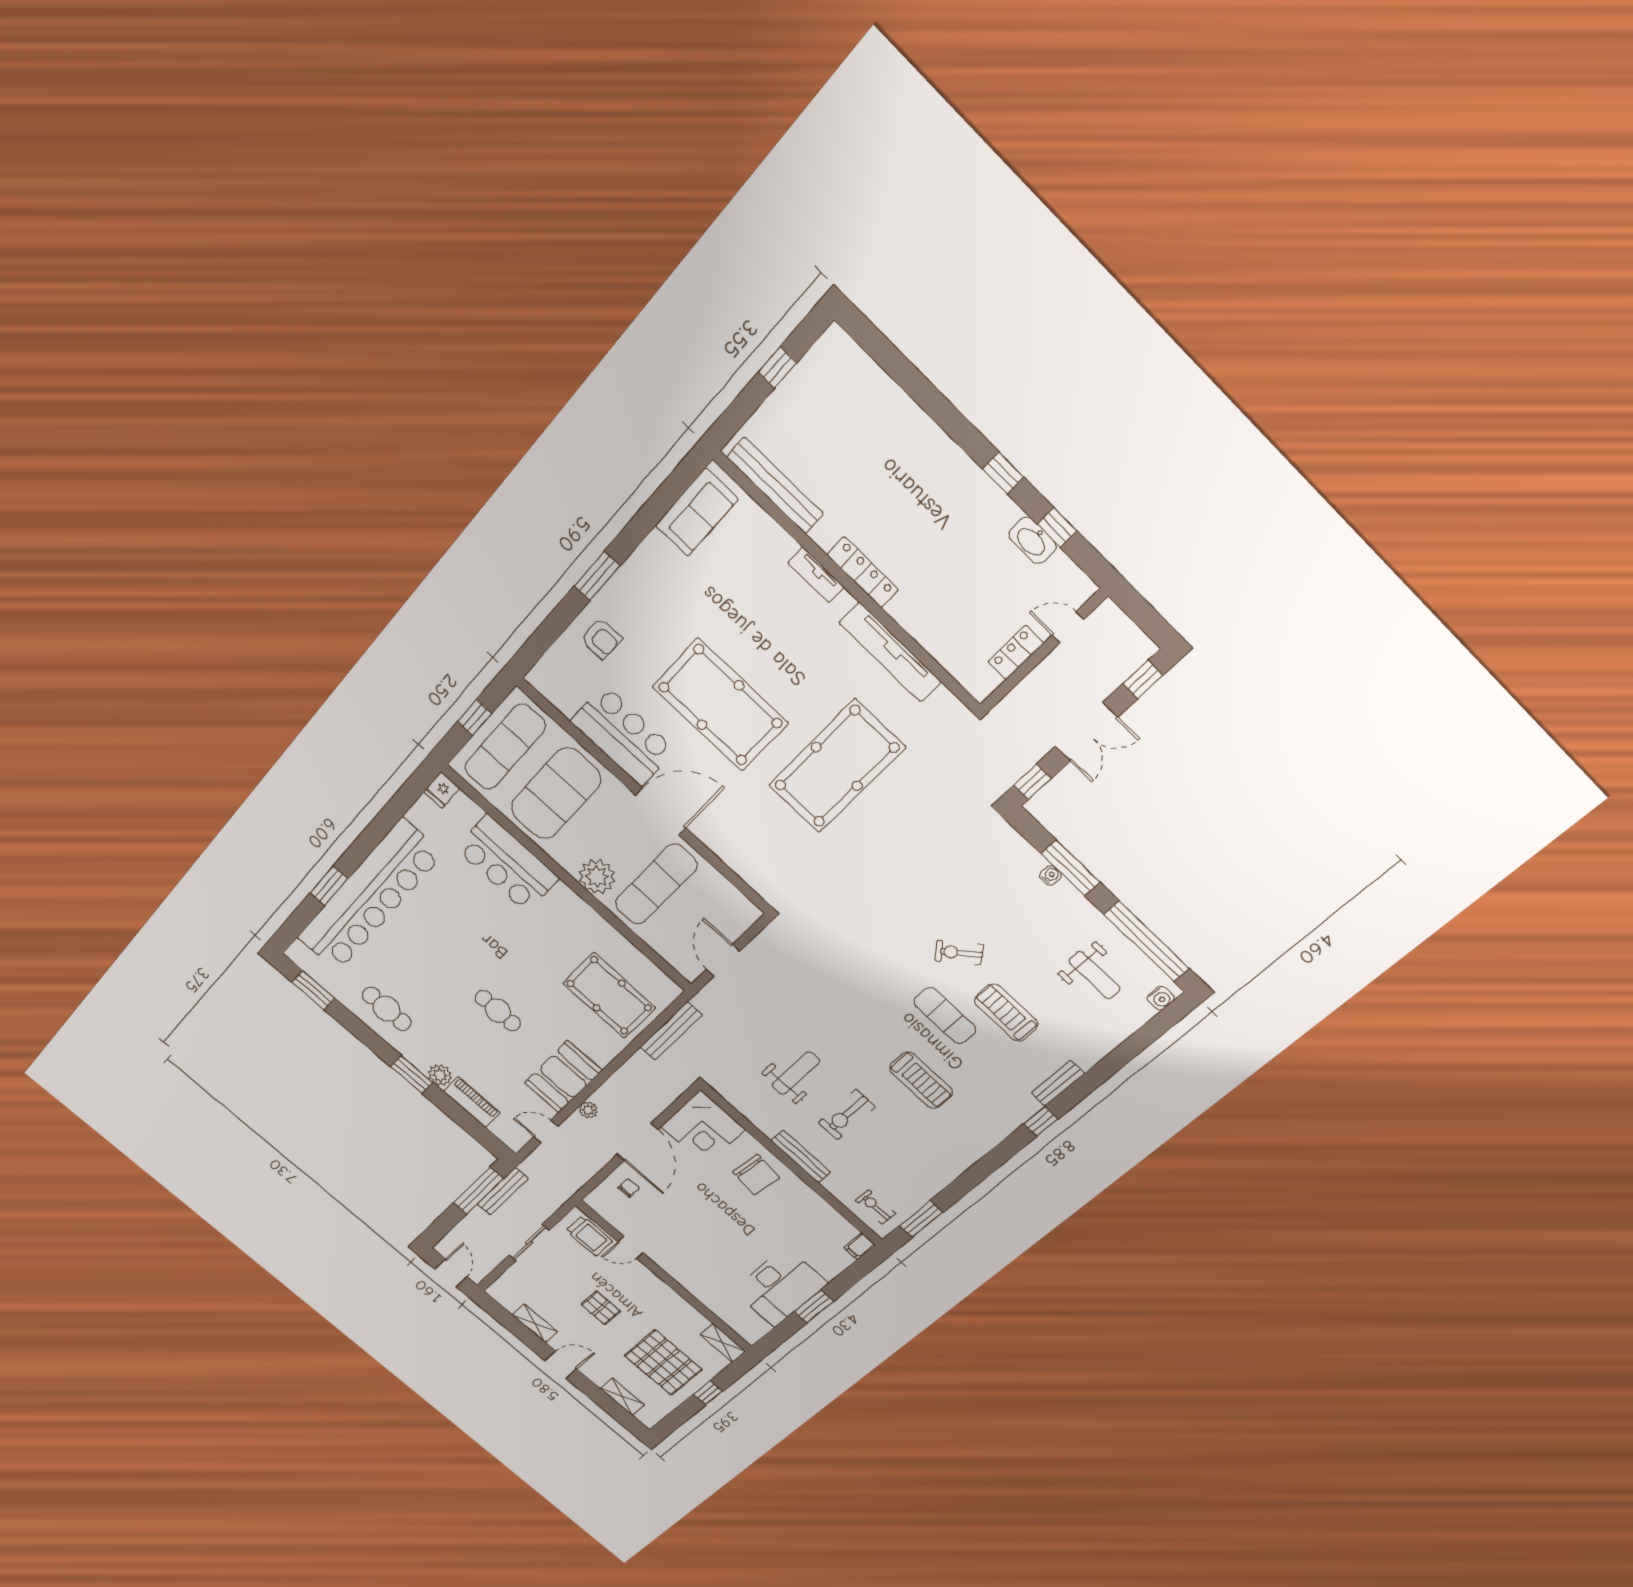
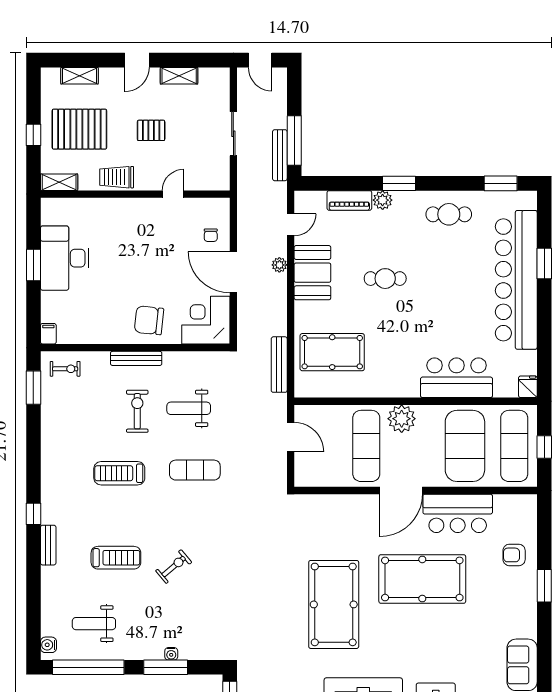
exercise mat: (945, 1016) -> (195, 470), moved
weight bench: (796, 1073) -> (189, 408), turned 90
trolley: (589, 1236) -> (117, 177), moved

